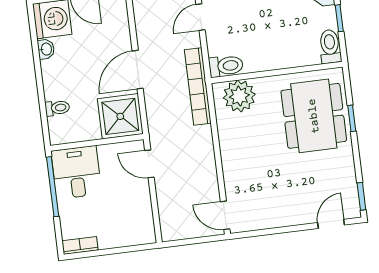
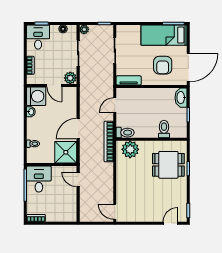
toilet: (330, 46) -> (164, 129), moved
dining table: (314, 116) -> (168, 165), width x0.73

